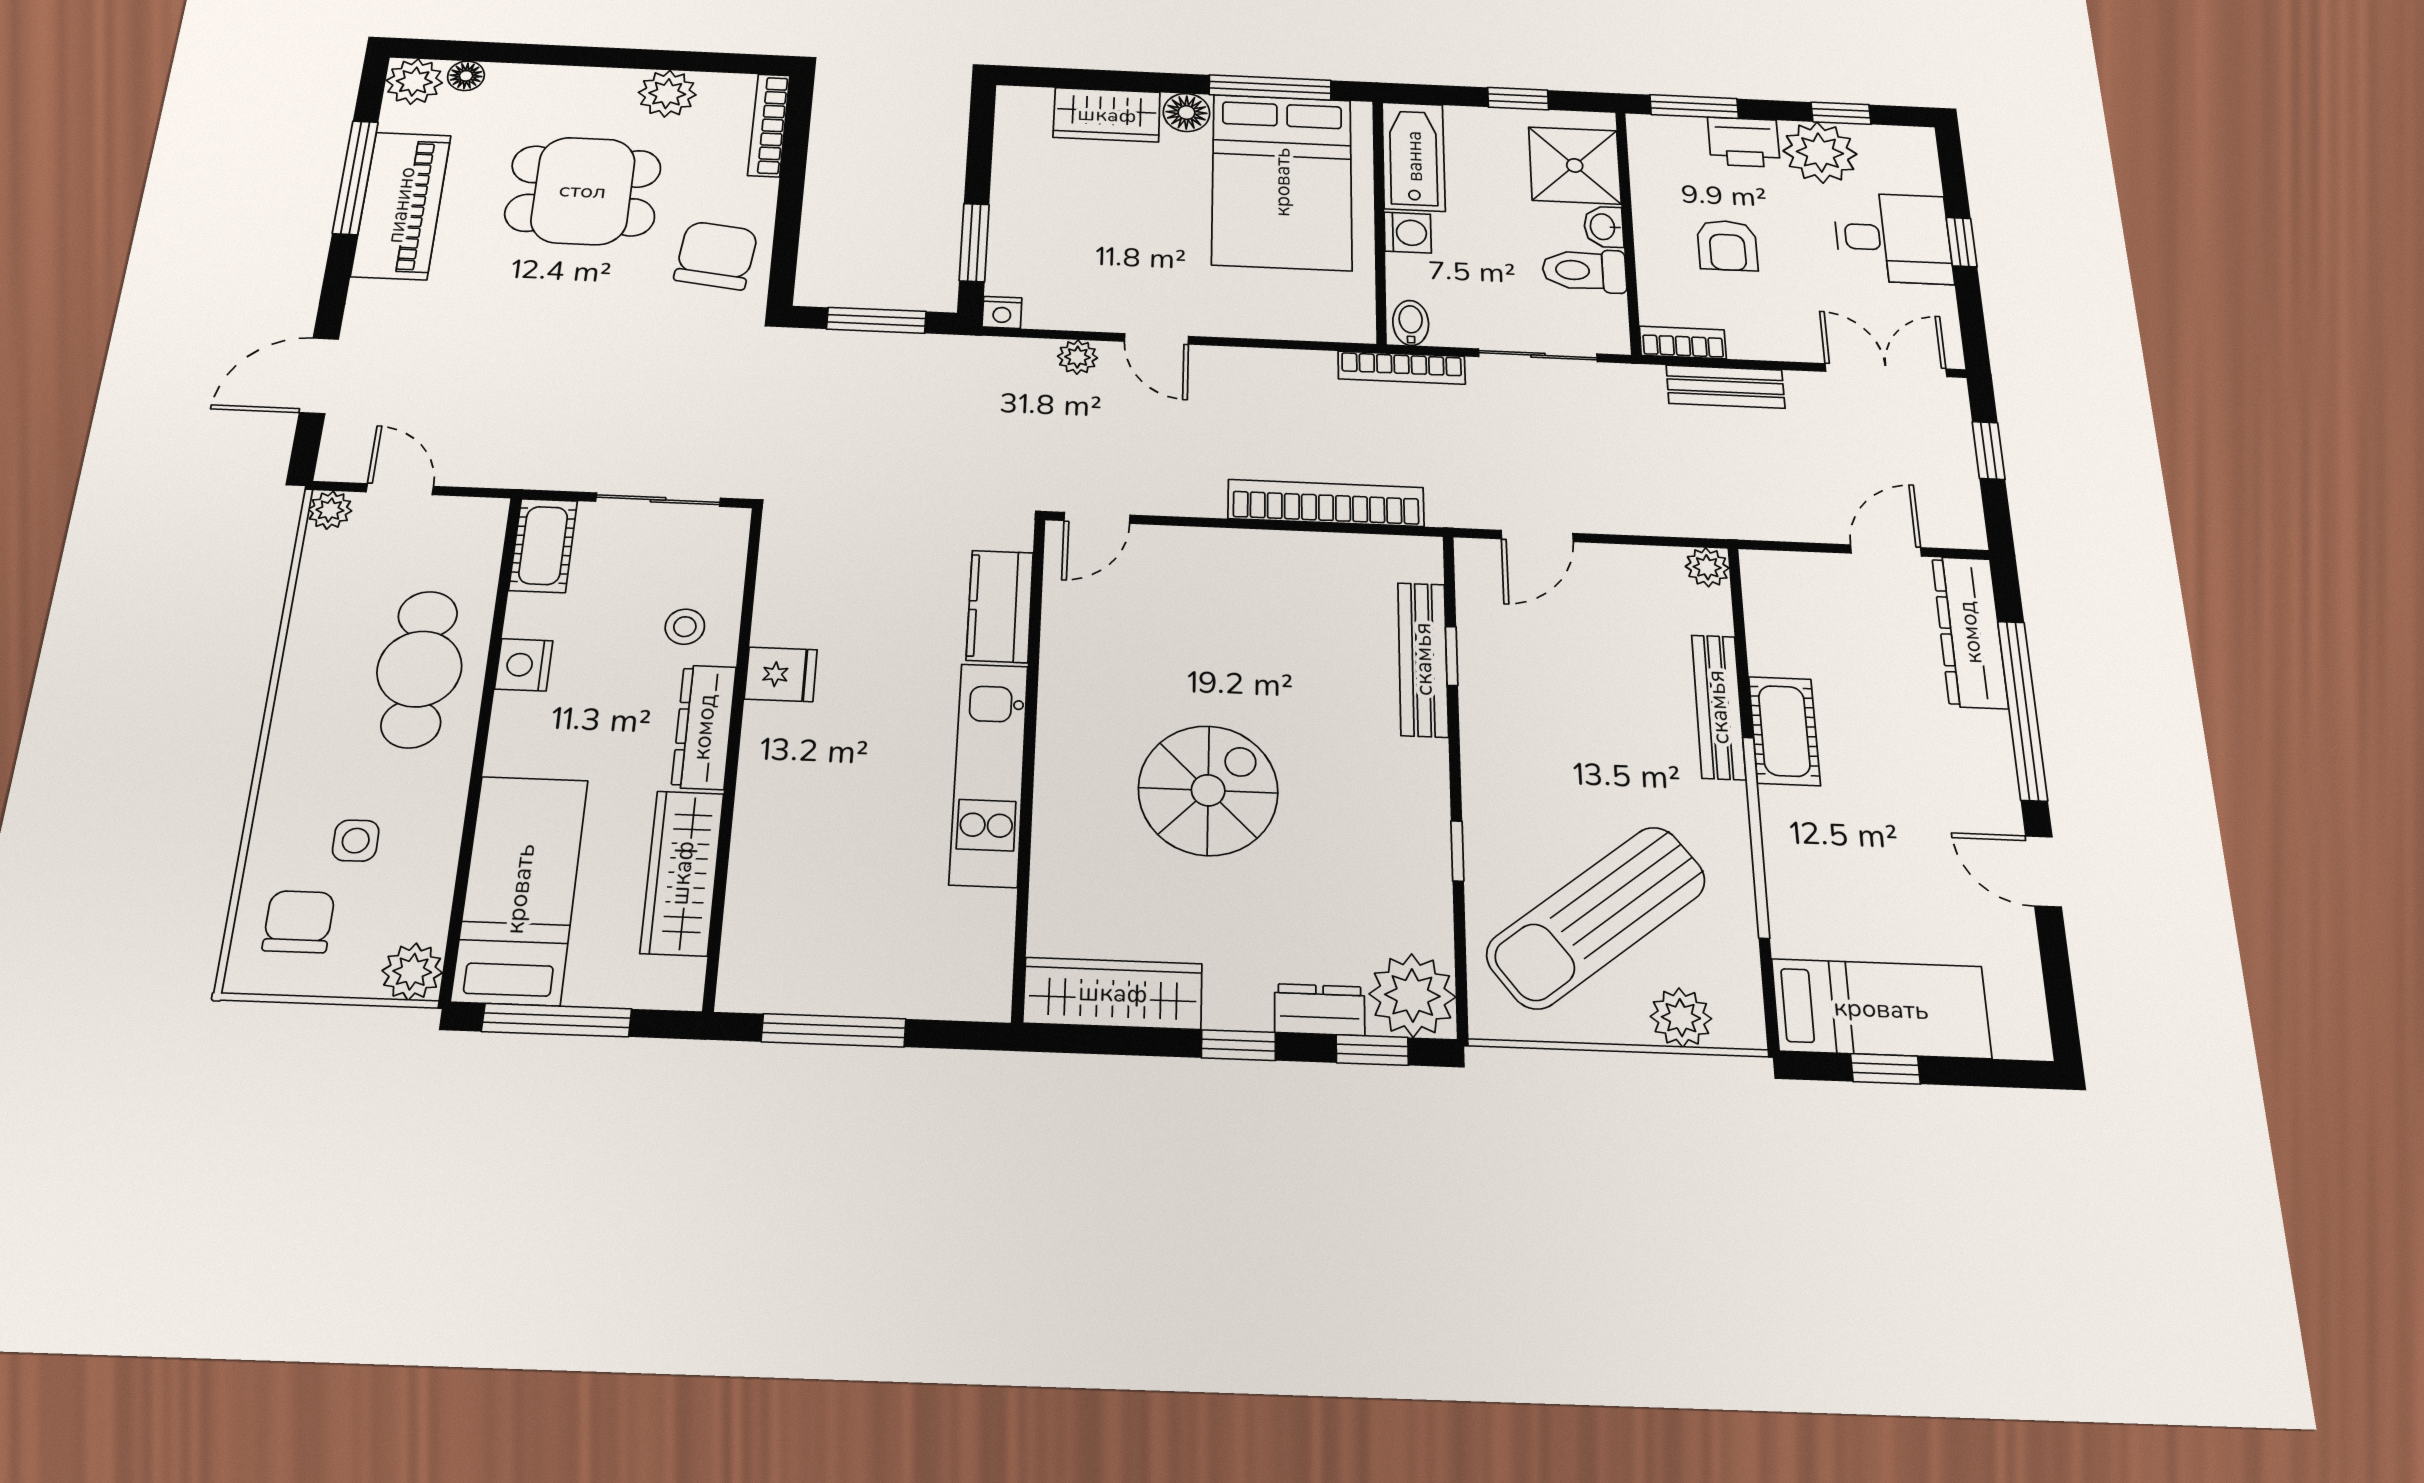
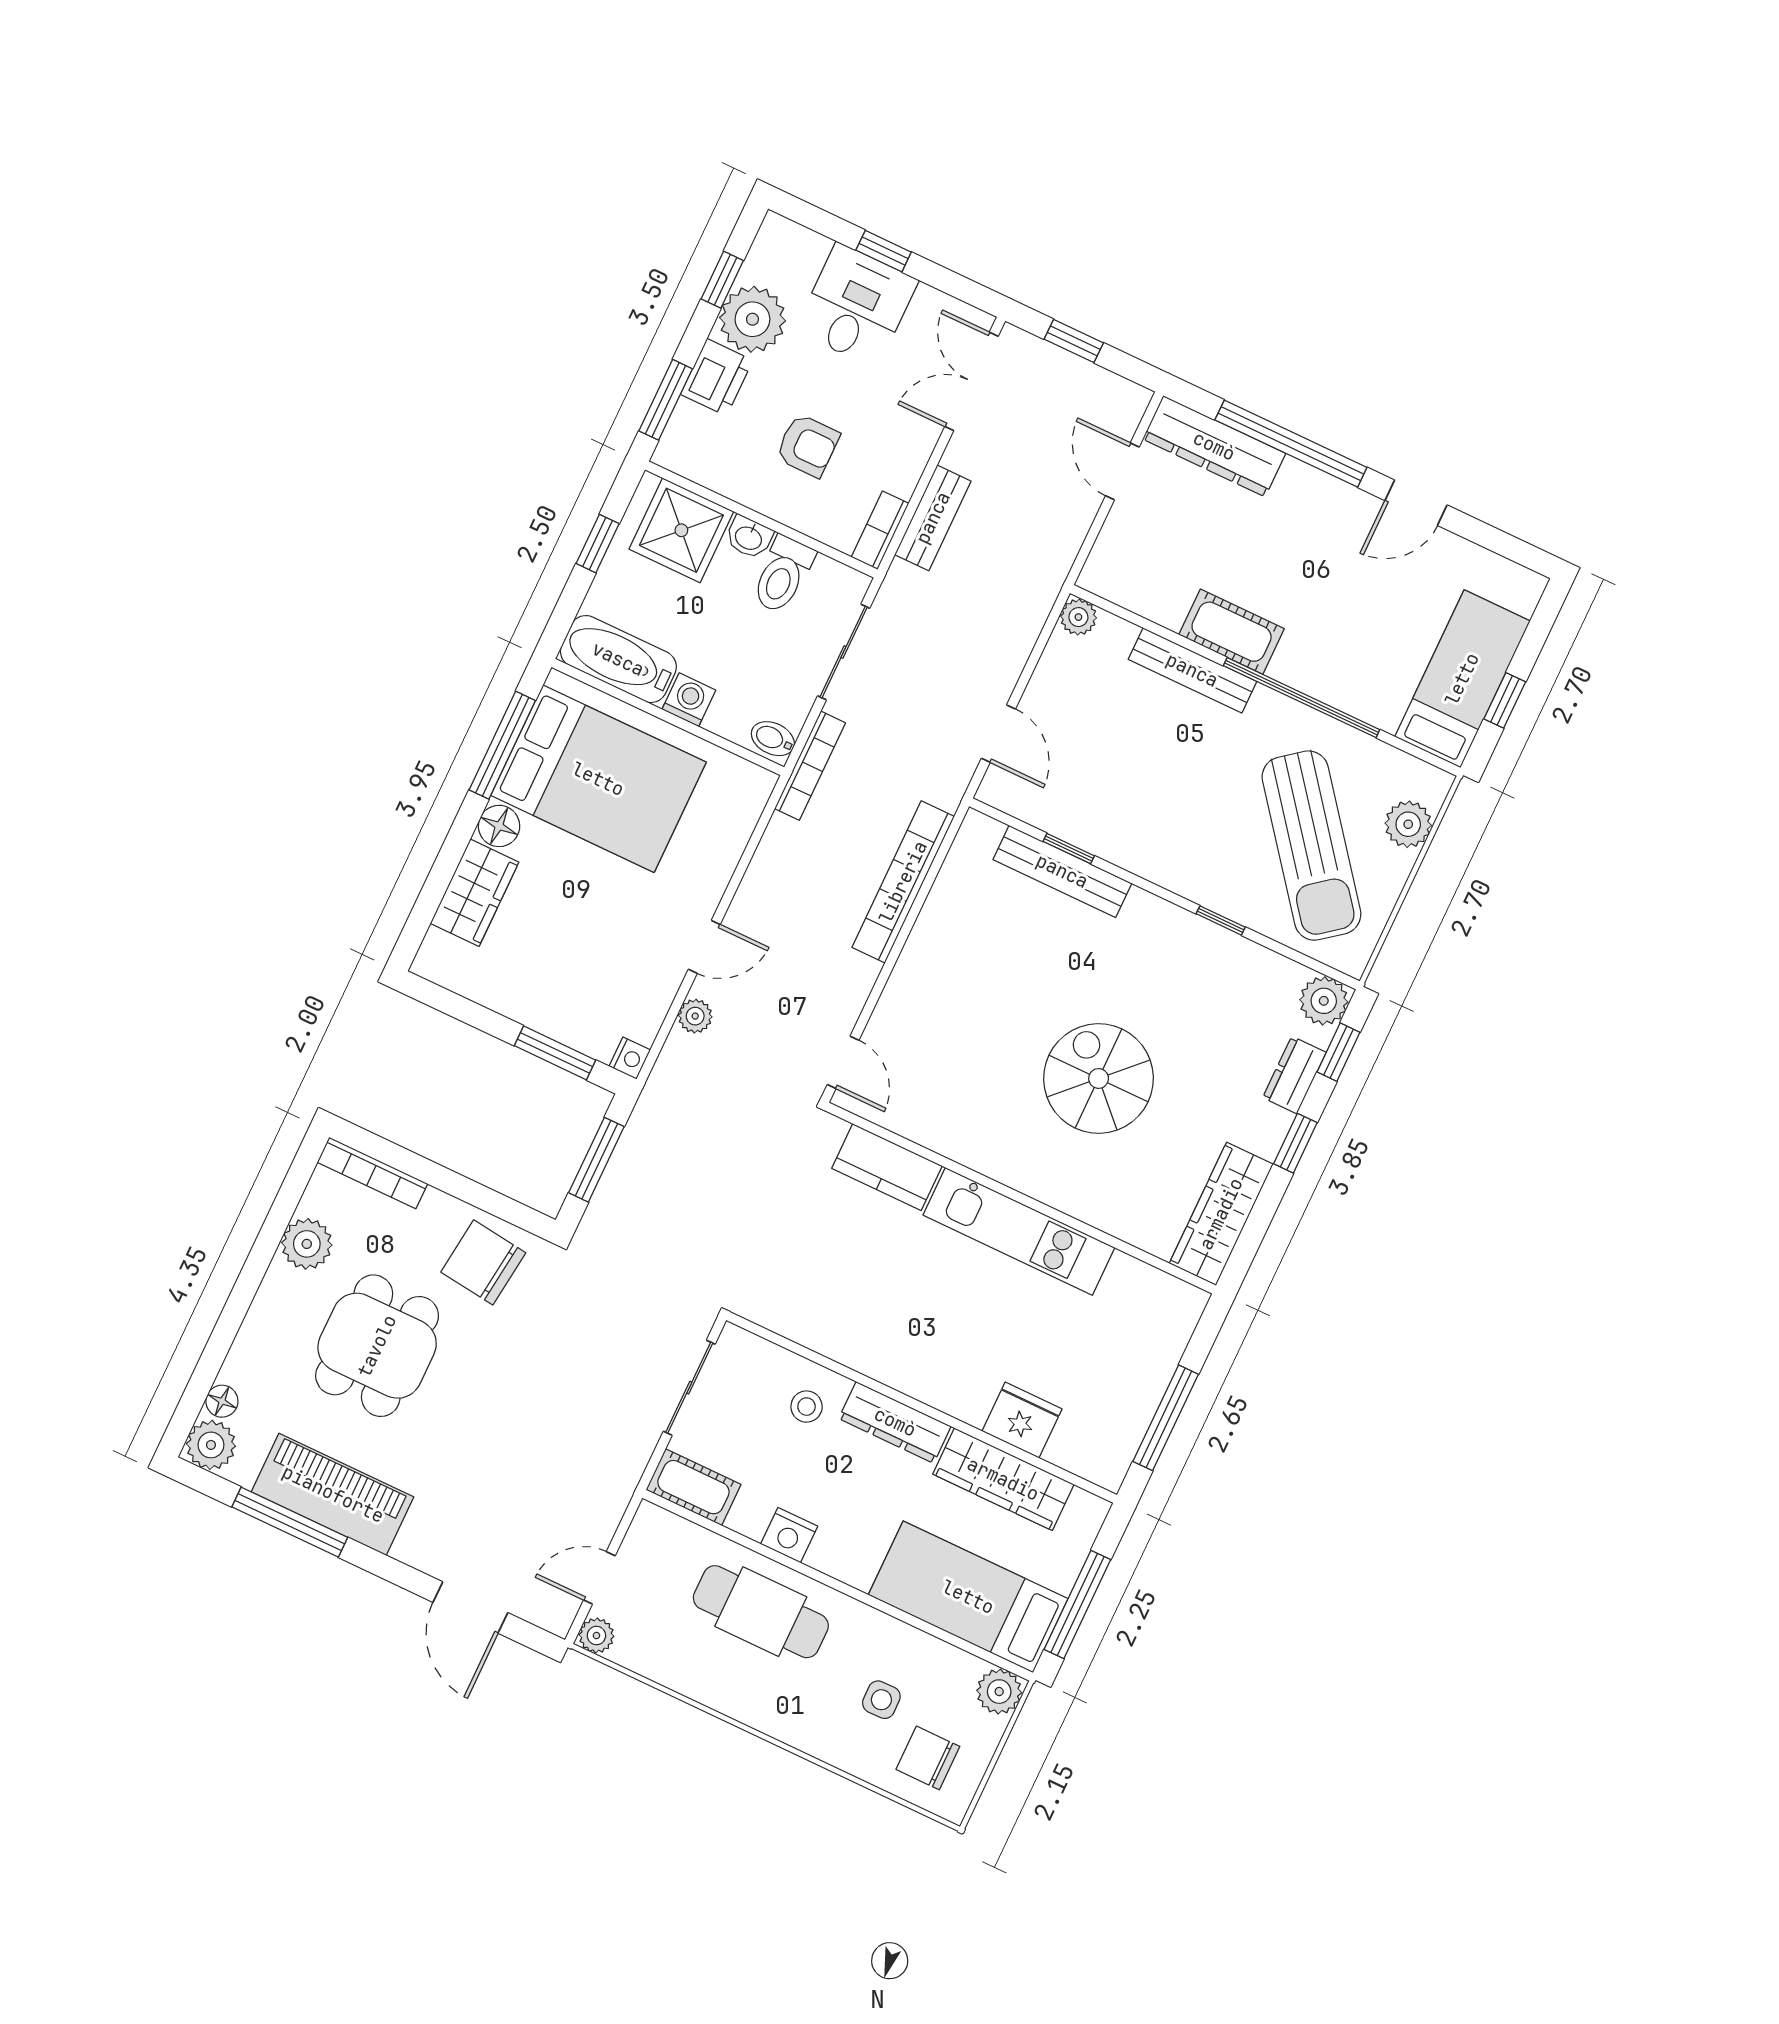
fridge: (781, 674) -> (1022, 1420), moved, width x1.38
plant: (1412, 995) -> (1324, 1001), width x0.73, depth x0.73

